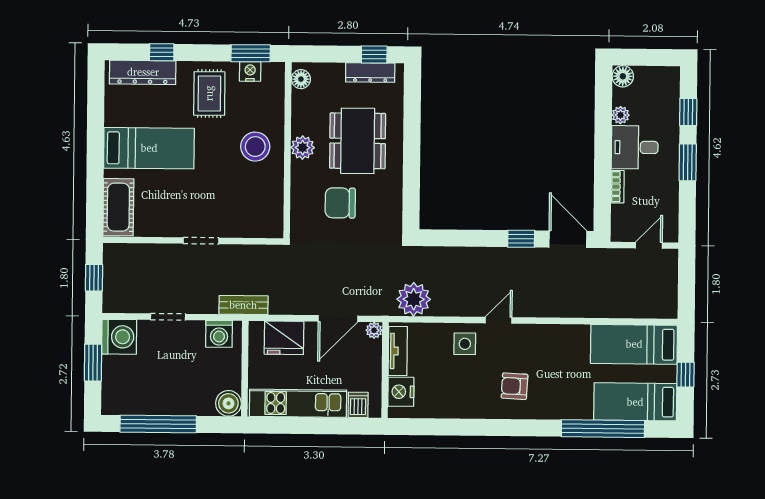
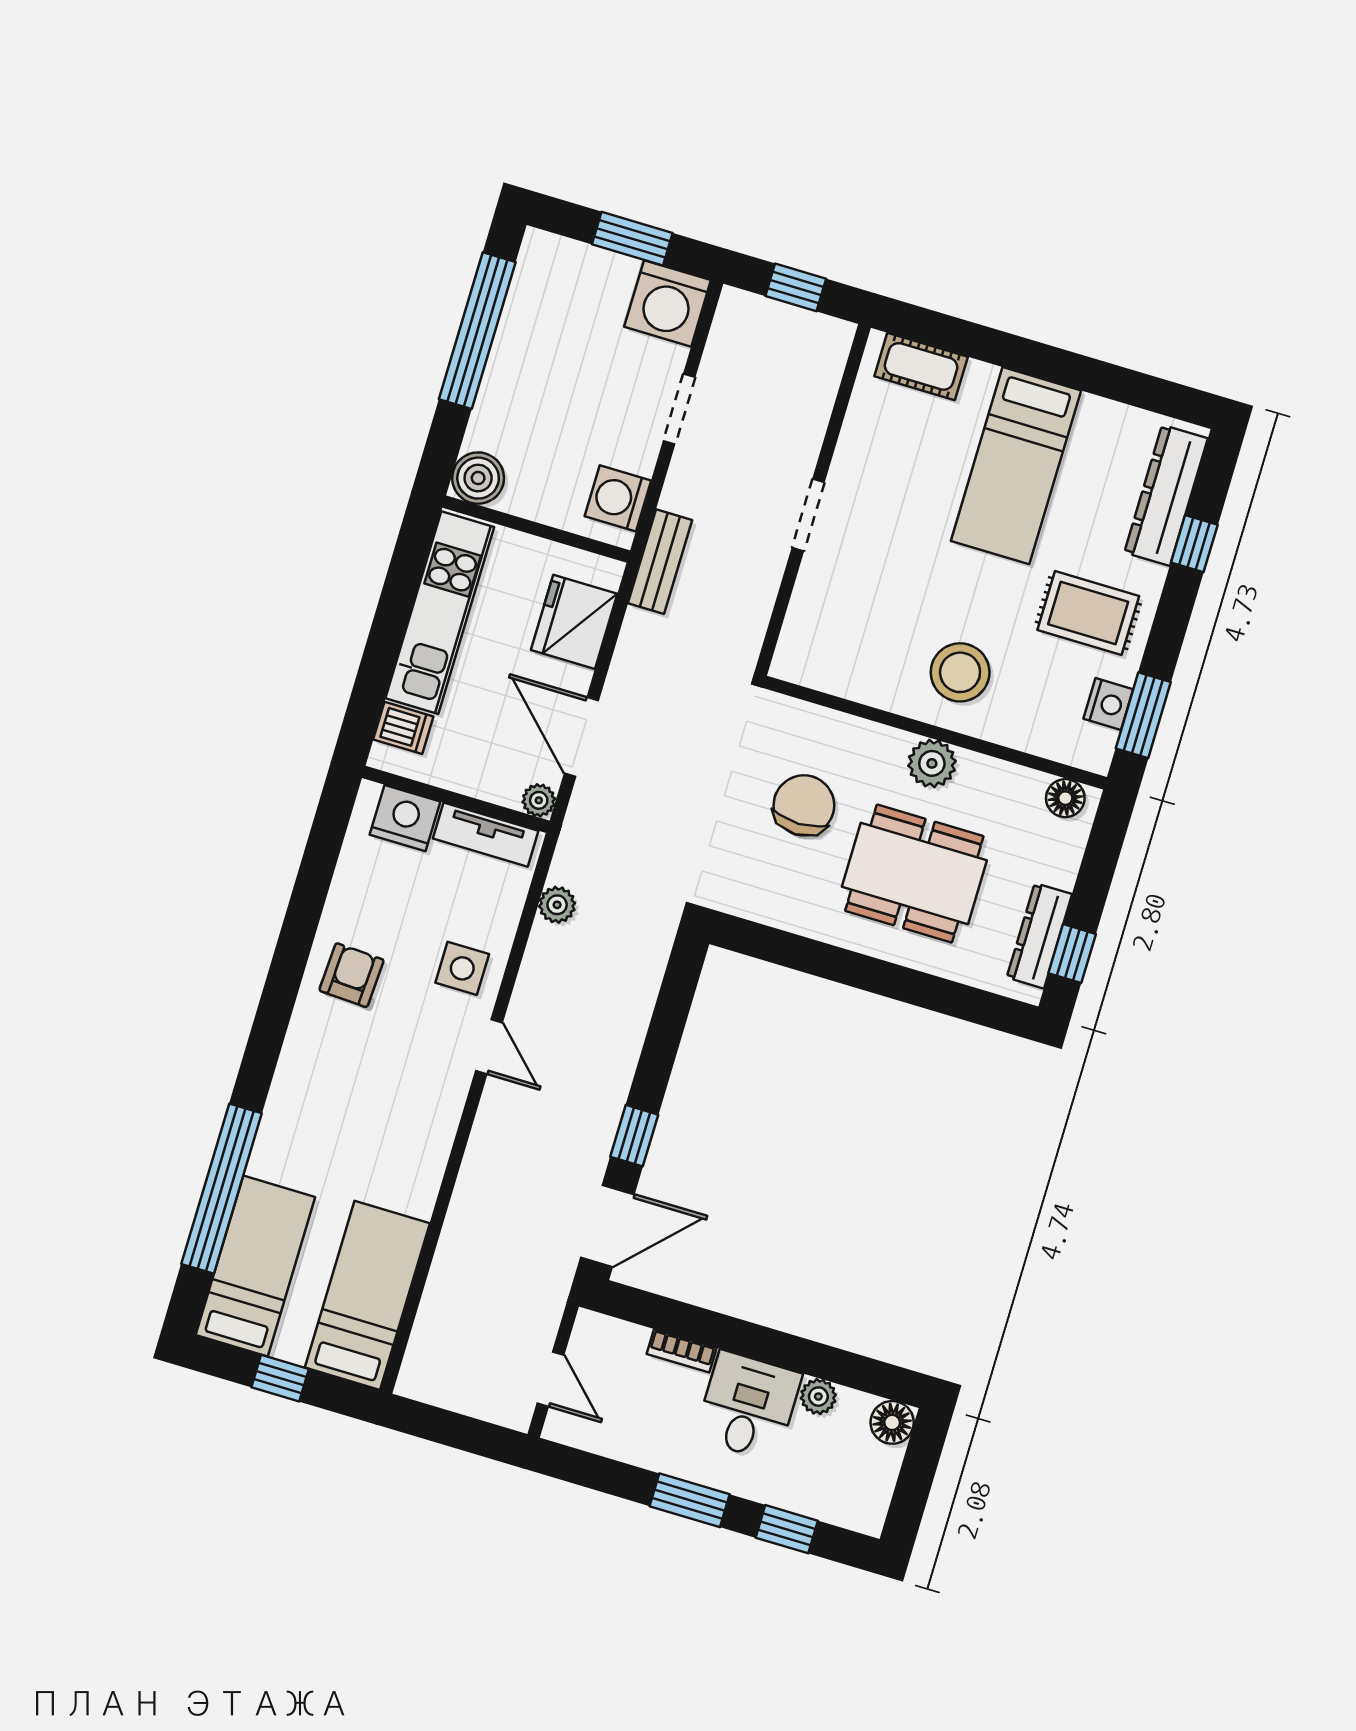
cot: (118, 207) -> (921, 366), width x0.73, depth x0.75
plant: (414, 299) -> (557, 905), width x0.53, depth x0.53
armchair: (514, 386) -> (352, 975), moved

